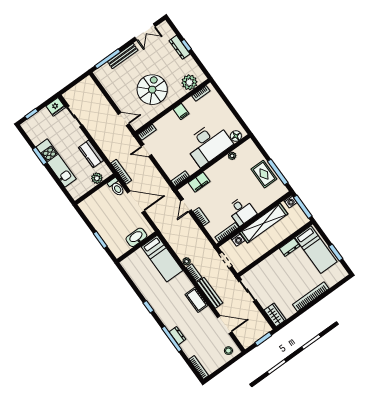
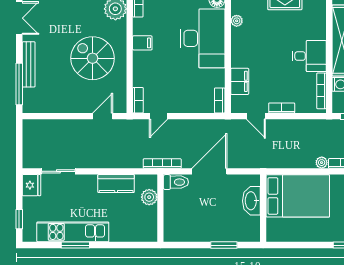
kitchen unit: (56, 163) -> (73, 232), moved
bed: (162, 259) -> (298, 196), width x1.50

